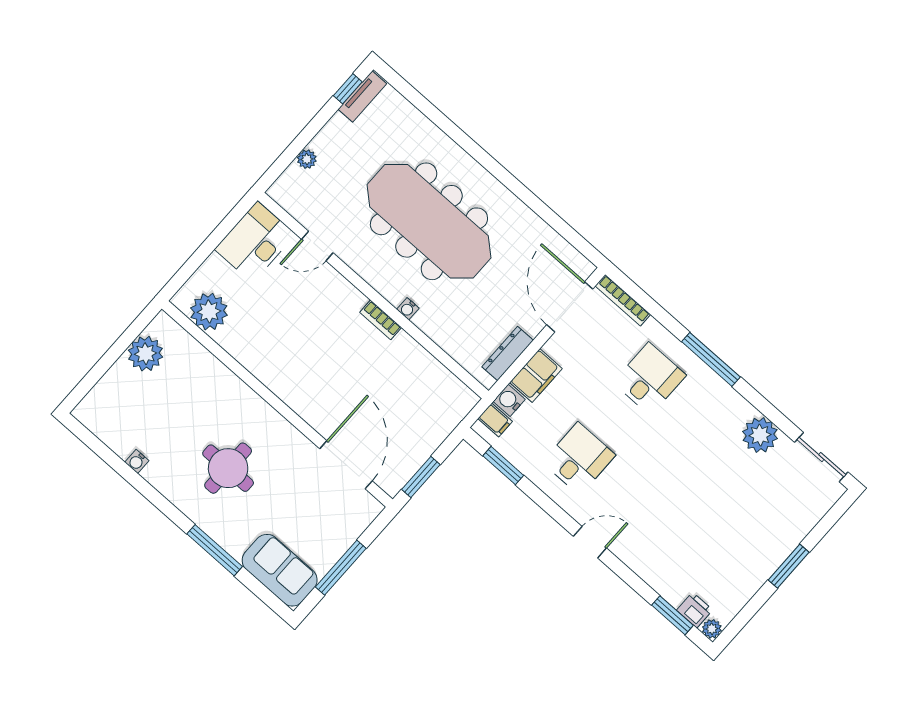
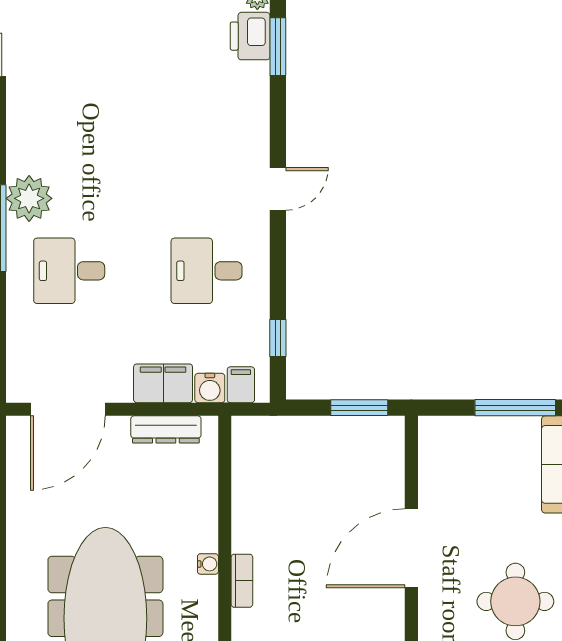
bookcase: (623, 300) -> (16, 364), removed
plant: (760, 435) -> (29, 198), moved
door: (346, 465) -> (411, 548), moved
window: (503, 466) -> (278, 338), width x0.67
door: (590, 542) -> (278, 189), swing flipped
printer: (695, 610) -> (250, 36), width x1.36, depth x1.24

